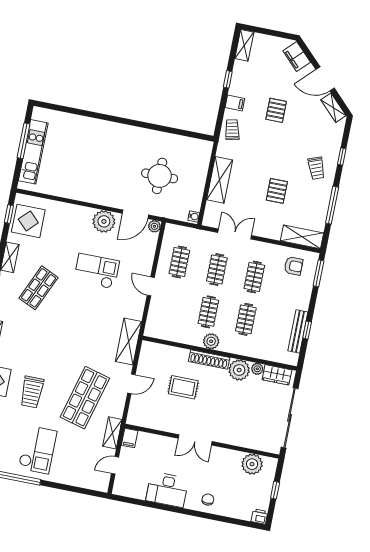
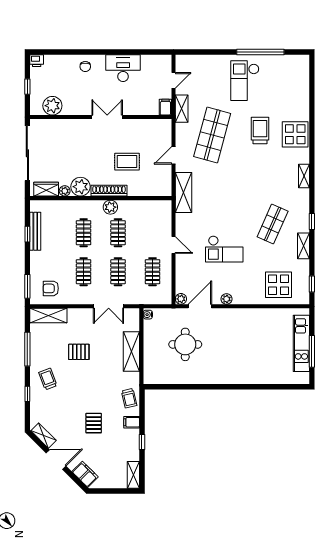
pallet: (277, 191) -> (79, 352), turned 90
display table: (28, 221) -> (279, 285), moved
plant: (104, 221) -> (226, 299), width x0.53, depth x0.53

